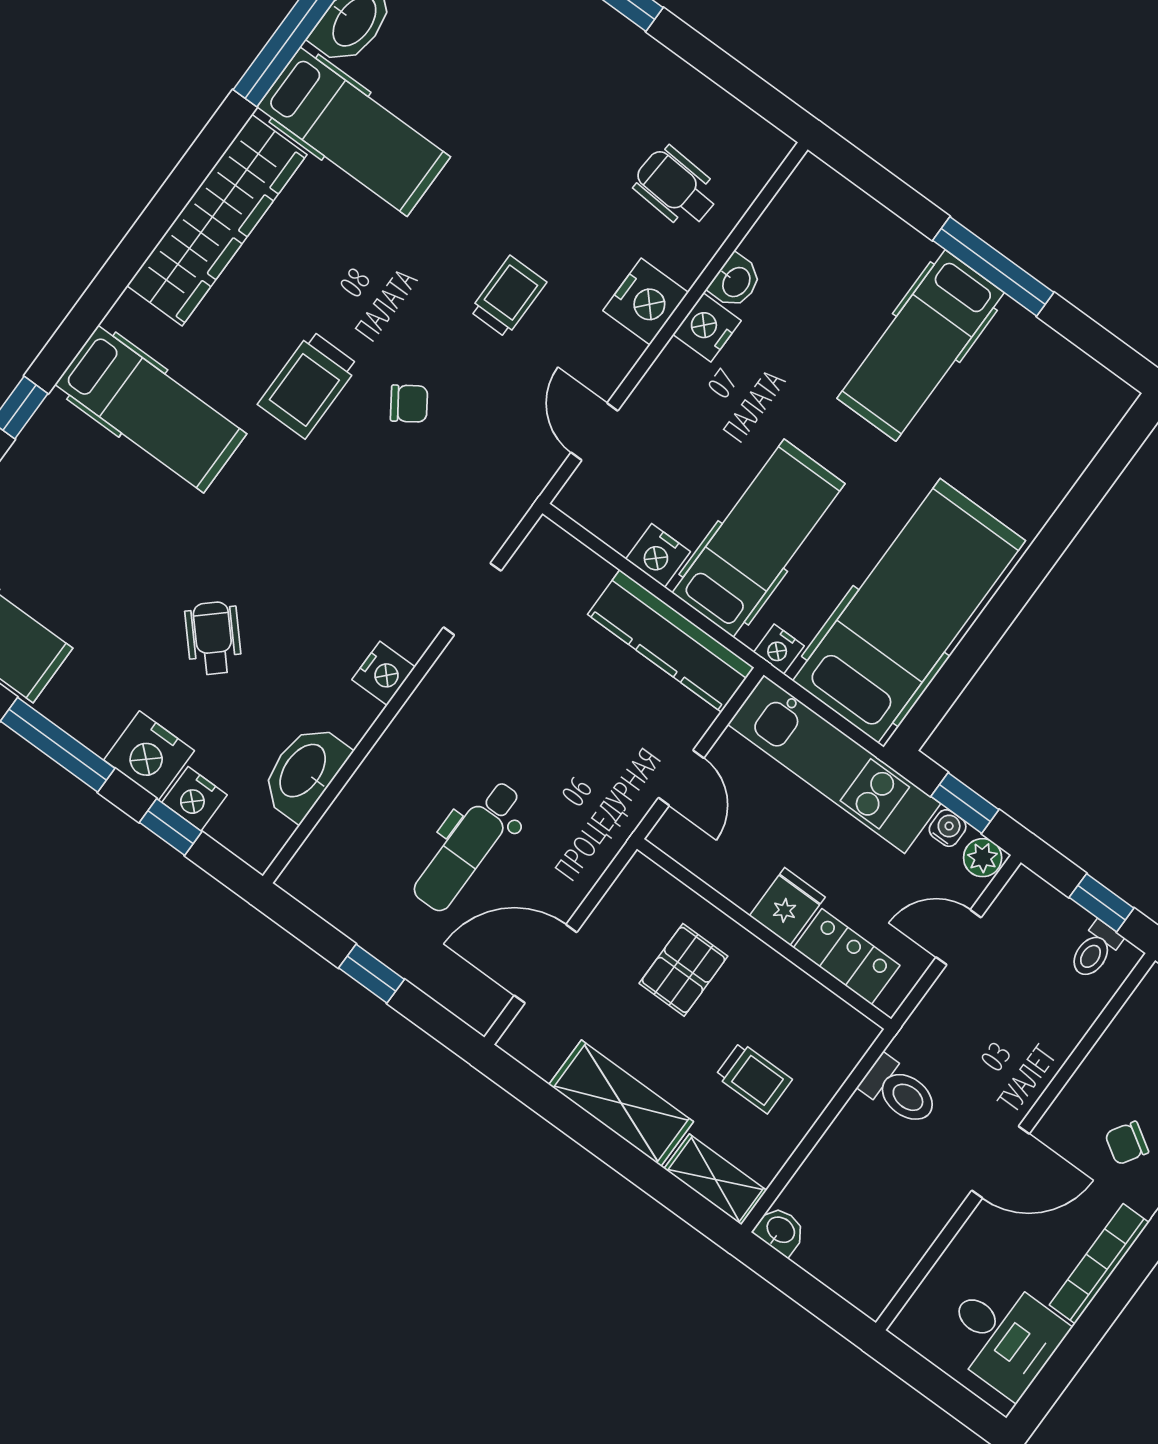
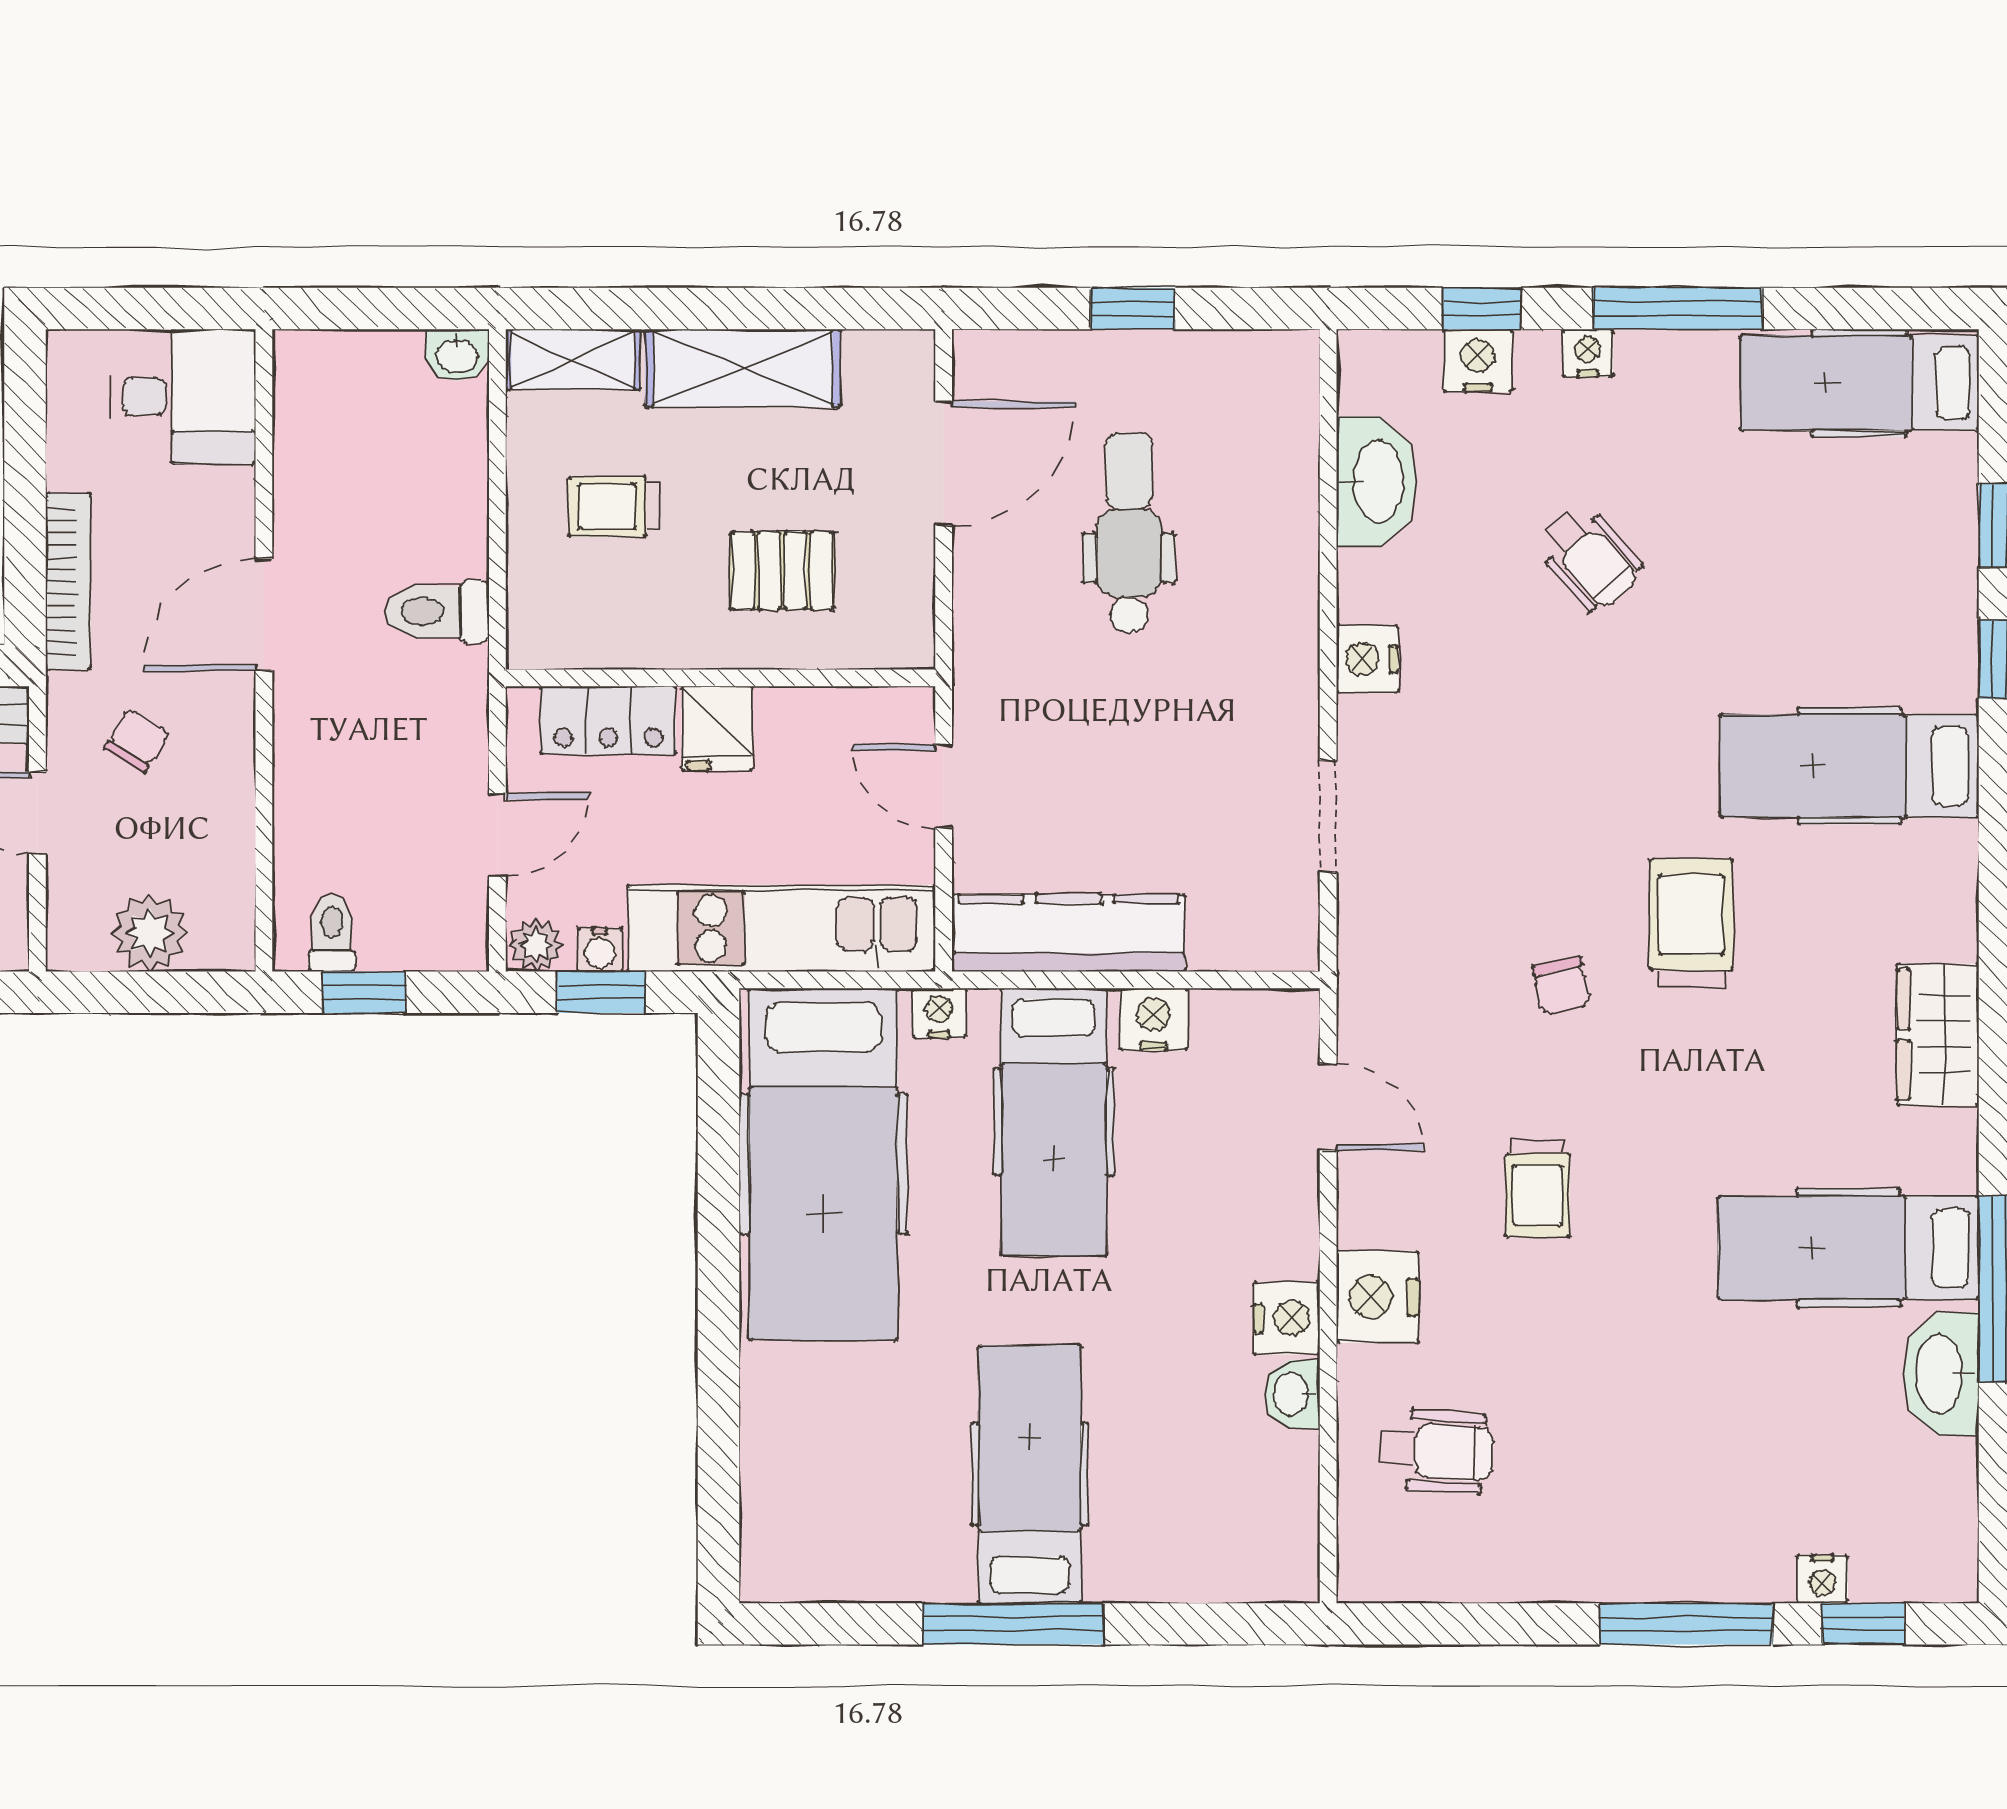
wardrobe: (217, 220) -> (1938, 1035), width x0.48, depth x0.85
chair: (409, 404) -> (1561, 986), turned -68
nightstand: (149, 755) -> (1588, 353), width x0.53, depth x0.56
pallet: (683, 970) -> (782, 571), turned 90
desk: (1003, 1335) -> (183, 396), moved, turned 180

